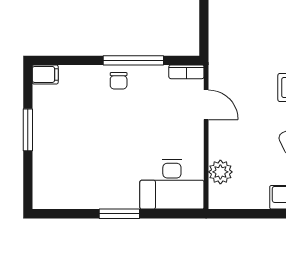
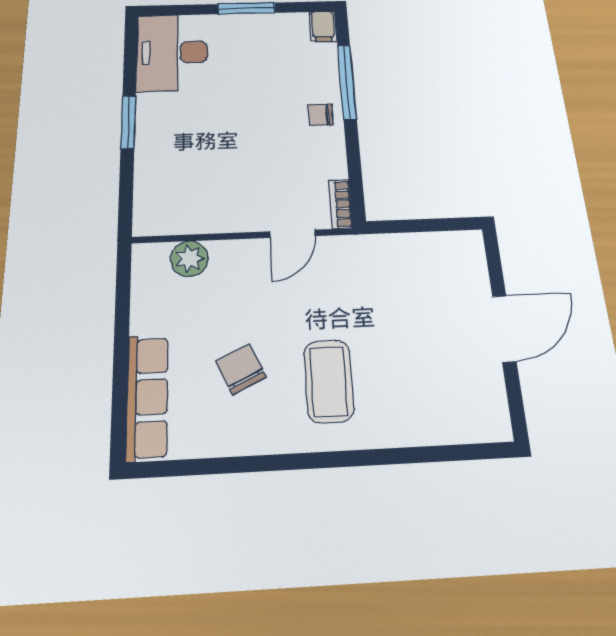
window: (133, 60) -> (347, 82), moved
desk: (172, 184) -> (172, 53), moved

